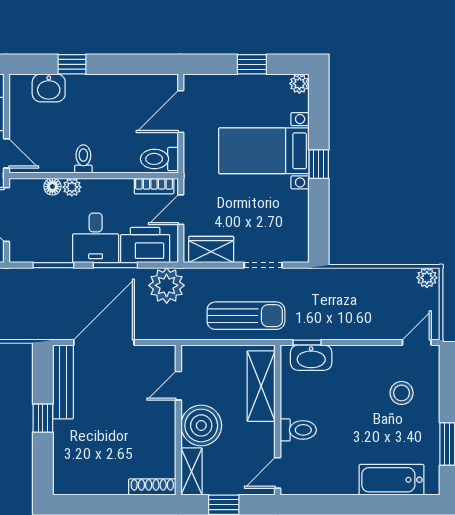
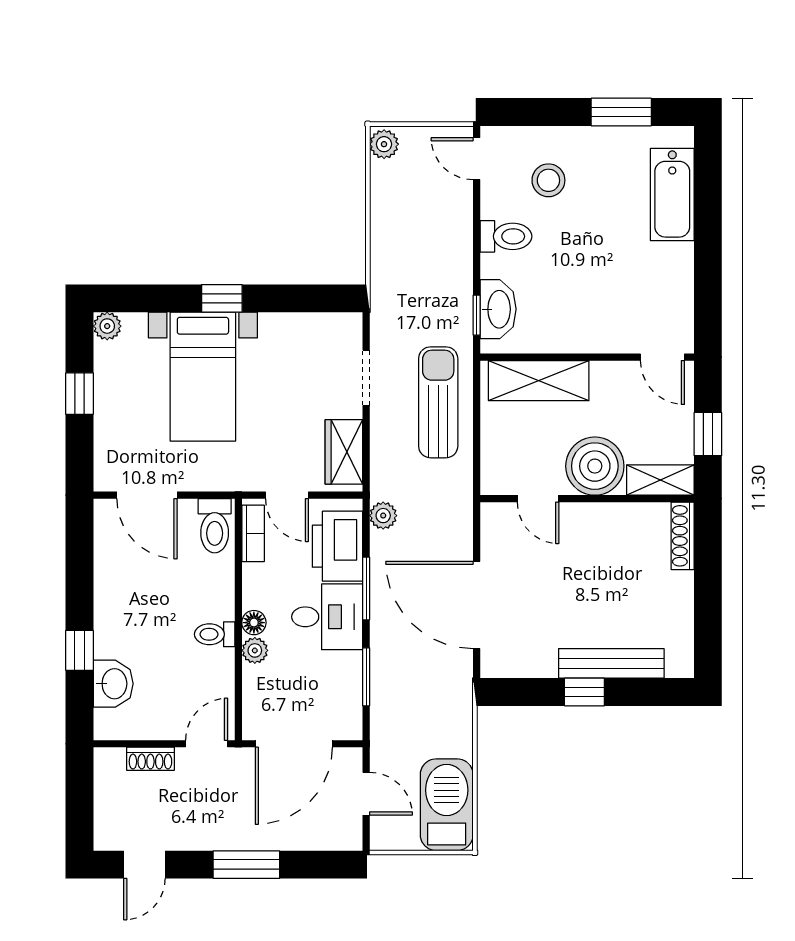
floor lamp: (52, 187) -> (254, 623), moved
plant: (167, 285) -> (383, 516), width x0.53, depth x0.53
bench: (63, 382) -> (611, 663), moved
toilet: (298, 430) -> (506, 236), moved, turned 90

